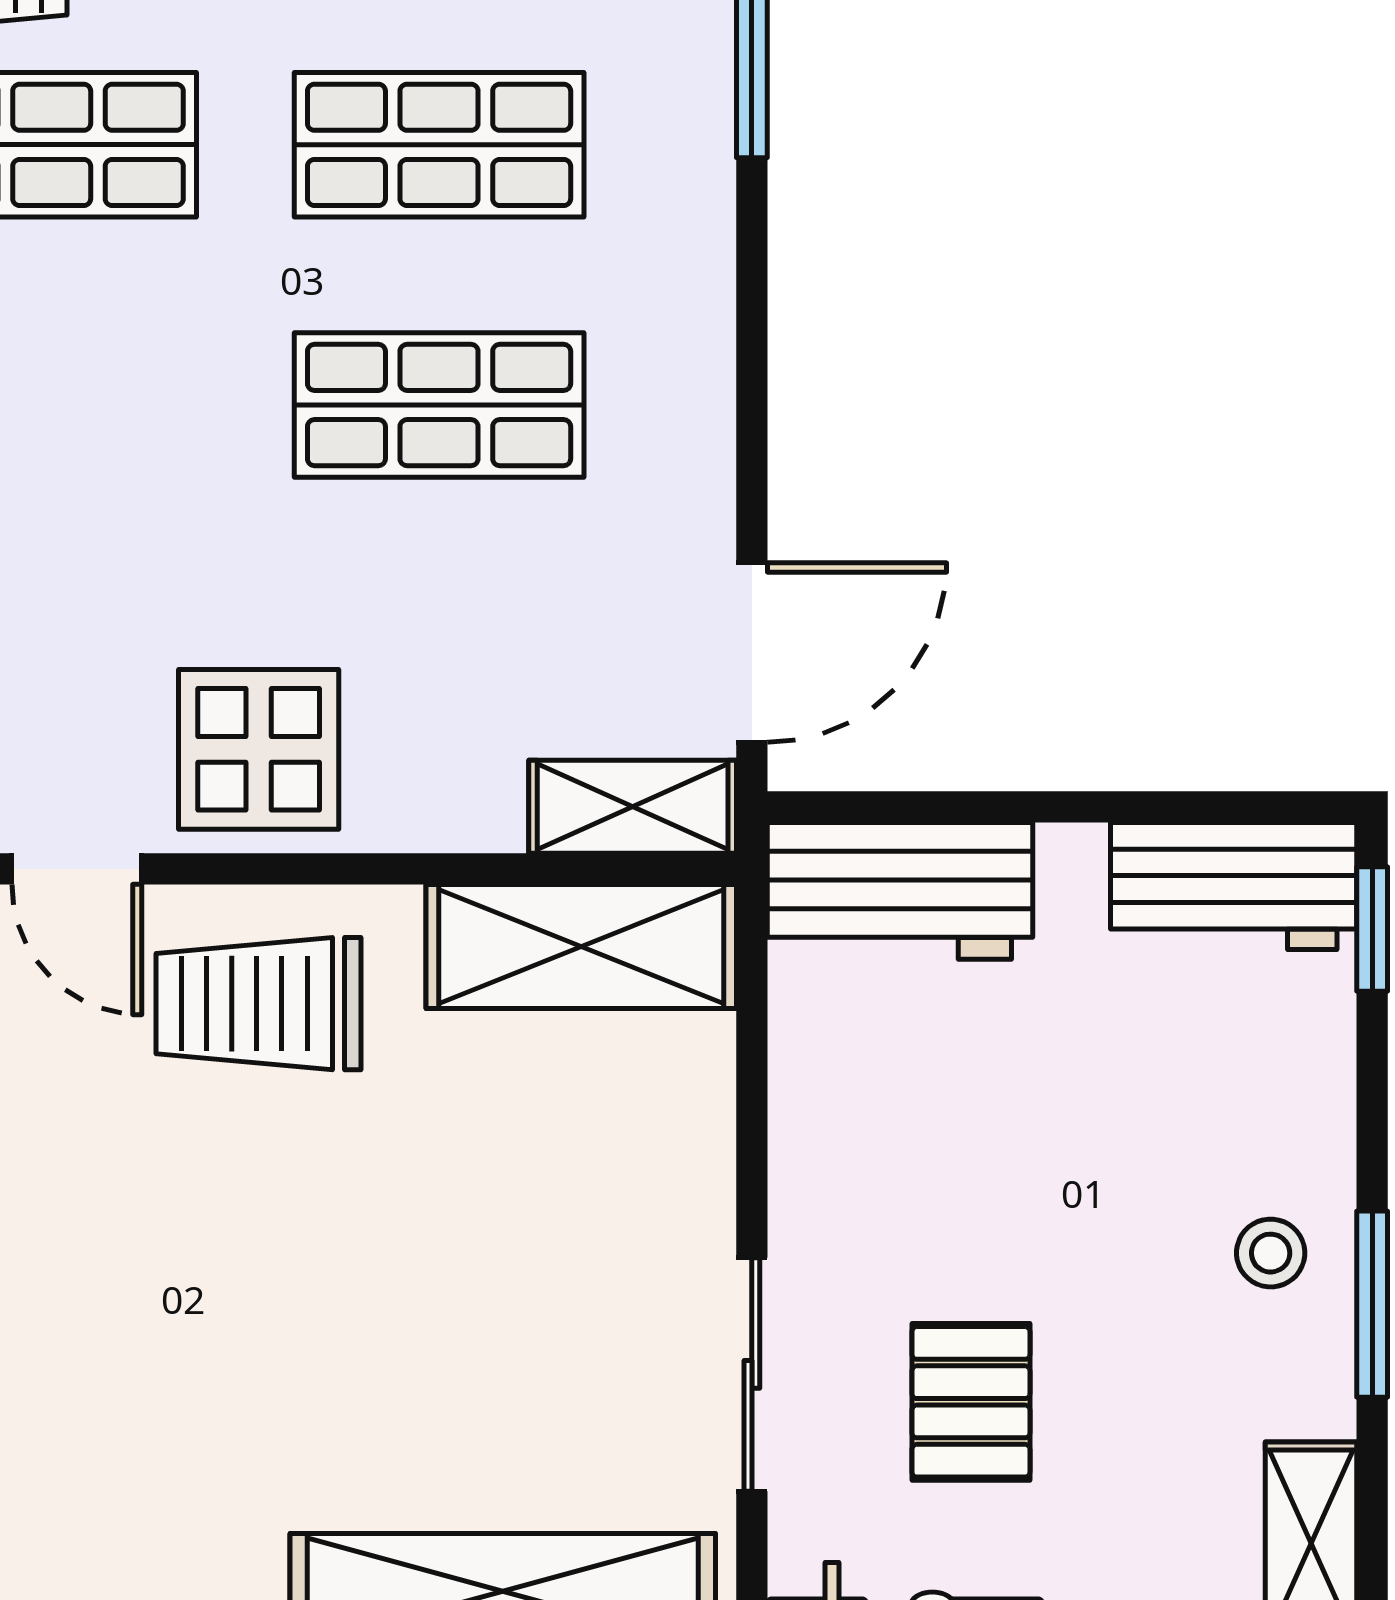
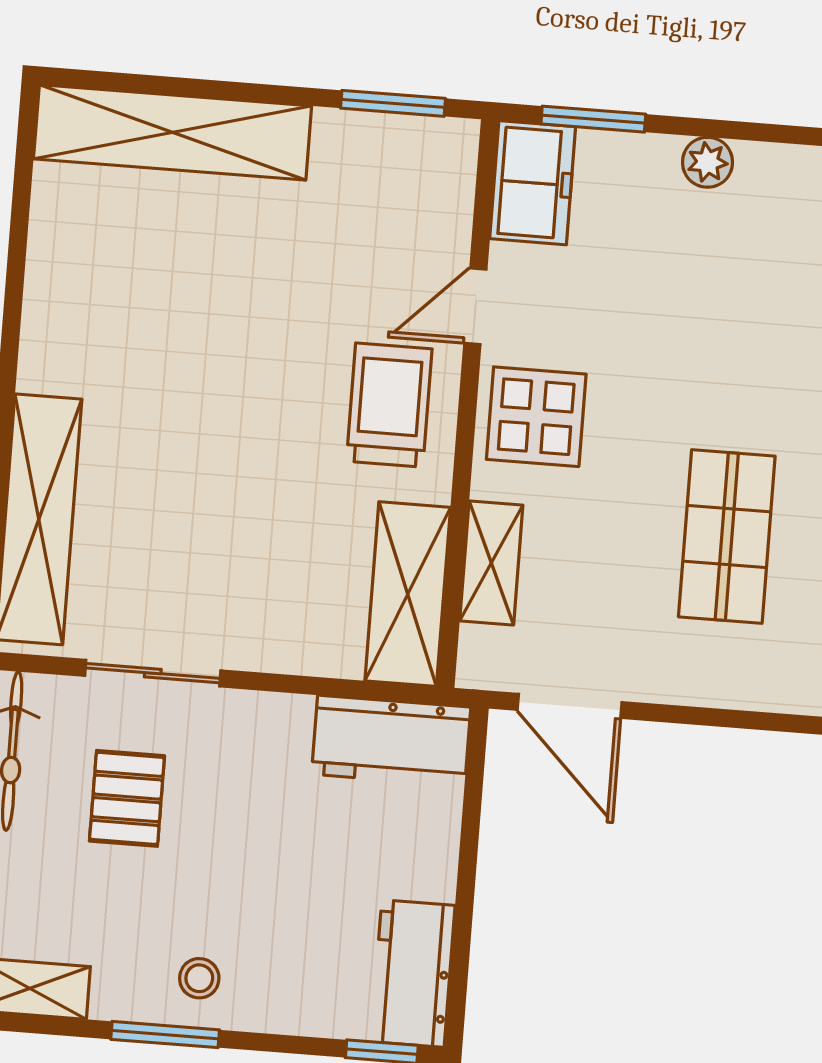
shelving: (633, 807) -> (491, 563), moved
workbench: (900, 891) -> (391, 741), moved, turned -90
pallet: (971, 1402) -> (127, 798), turned 90

